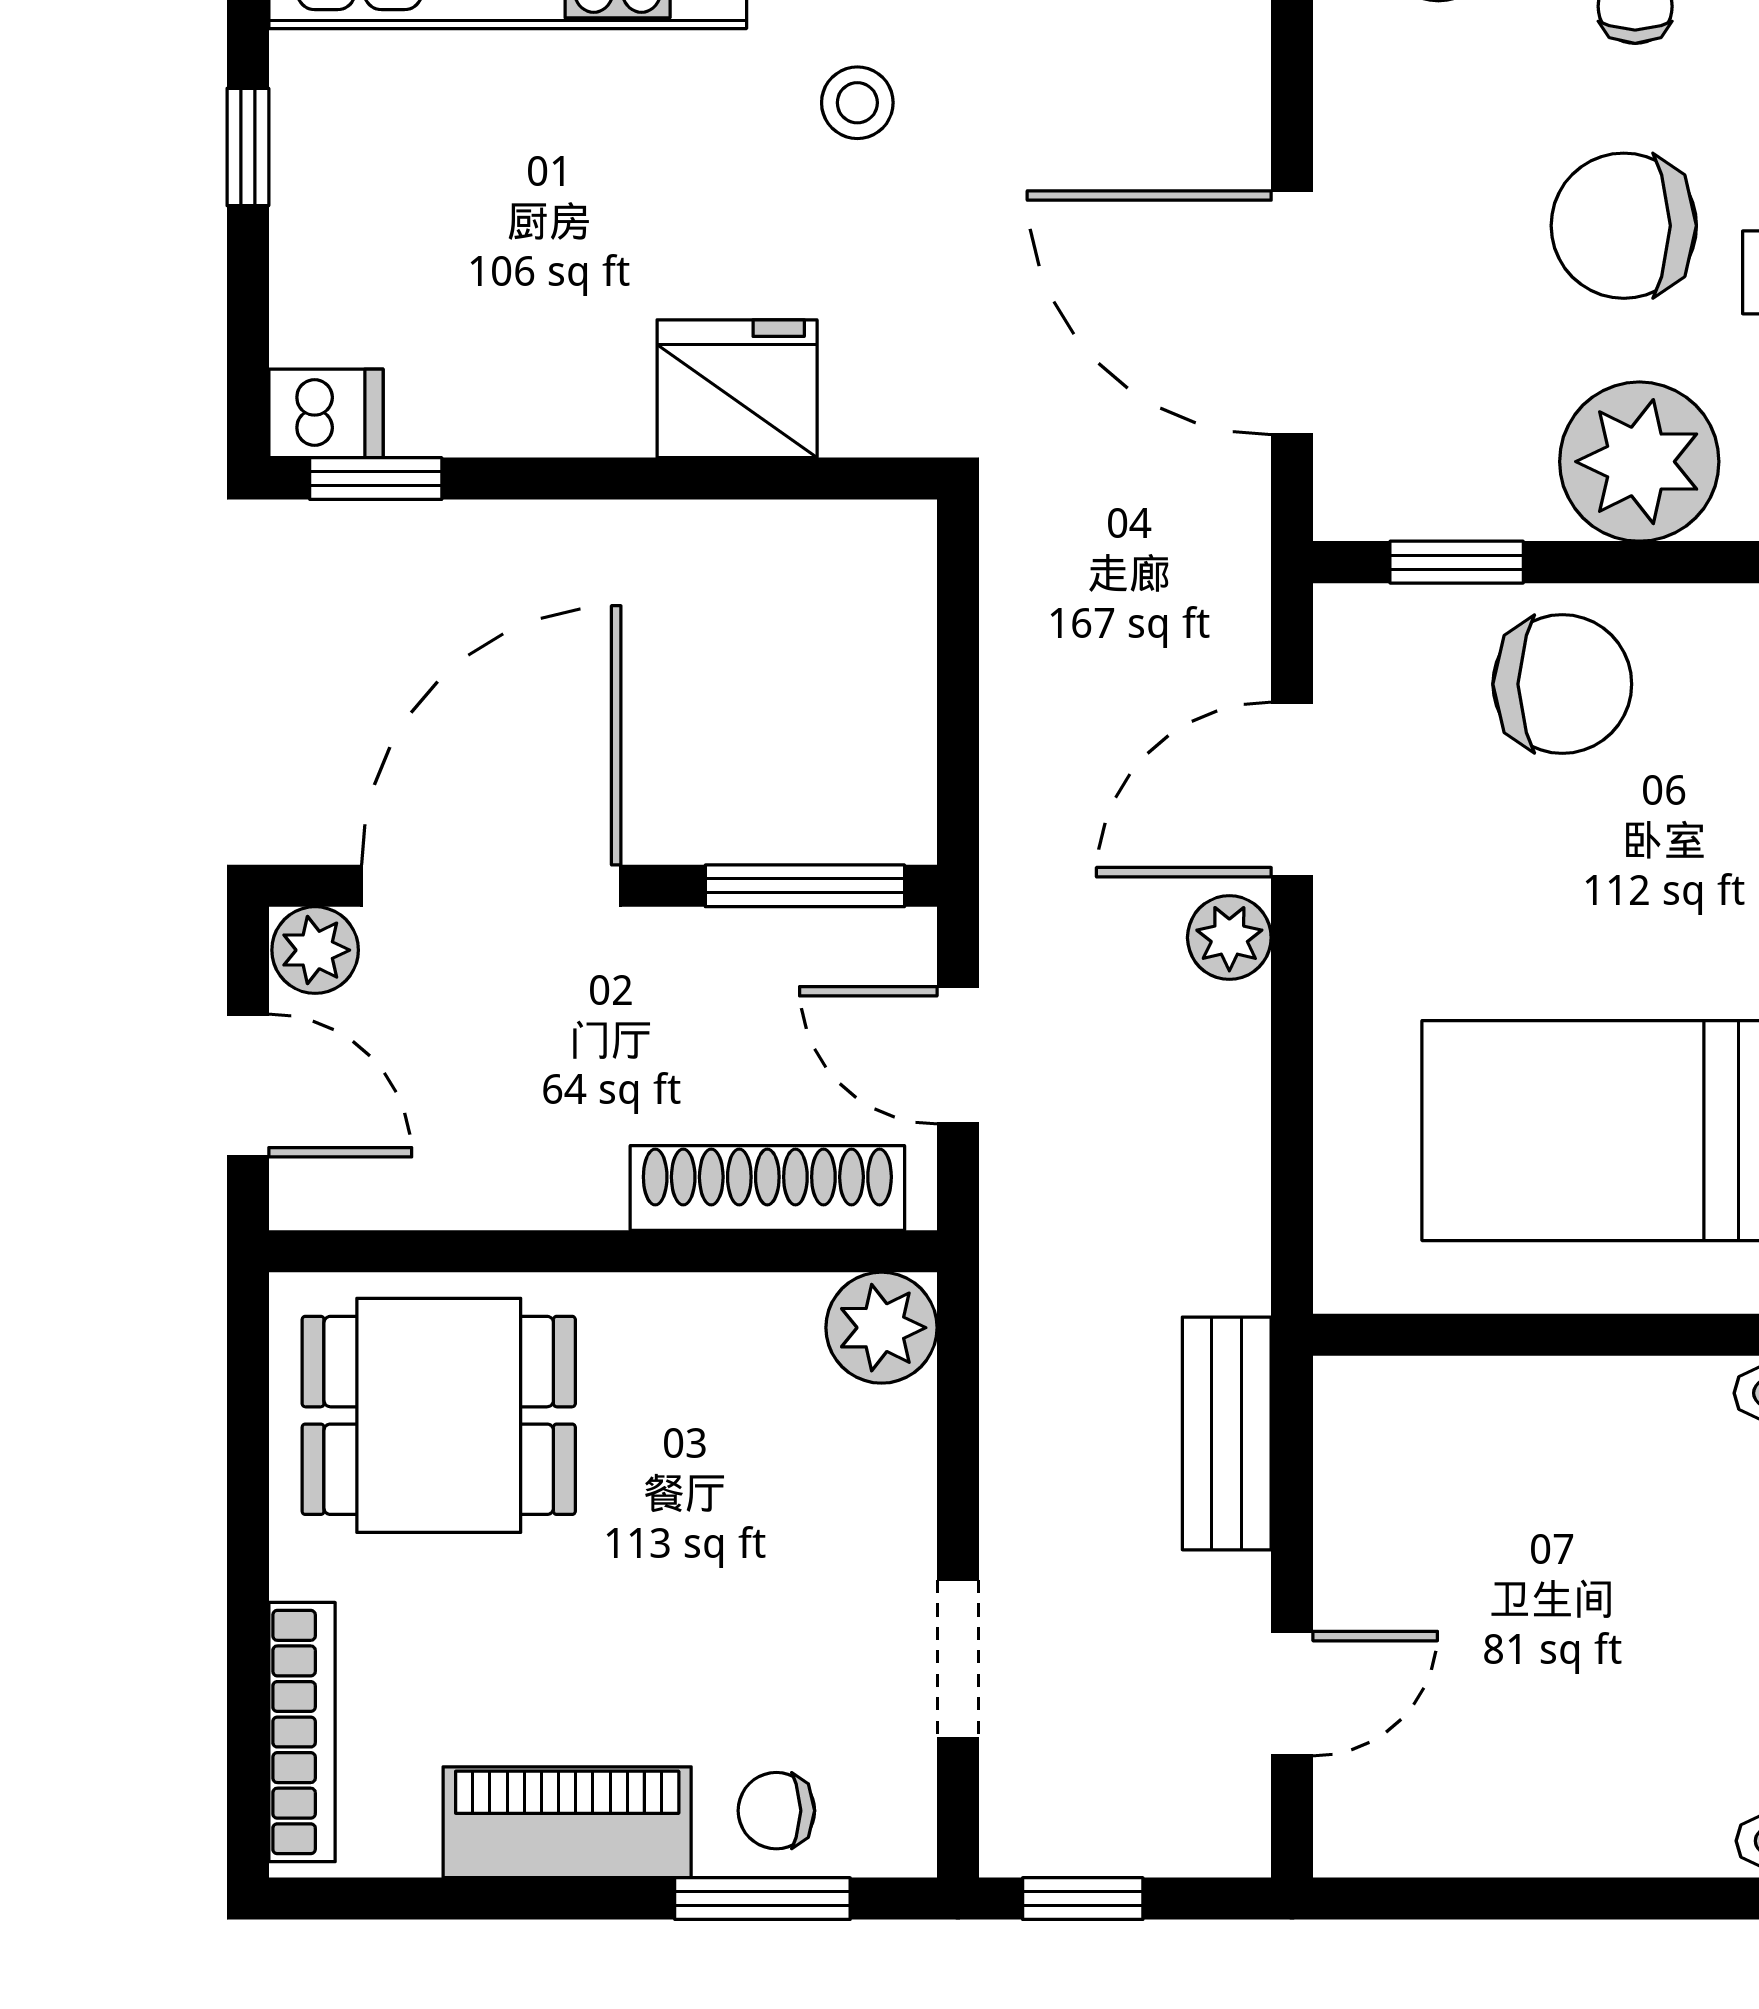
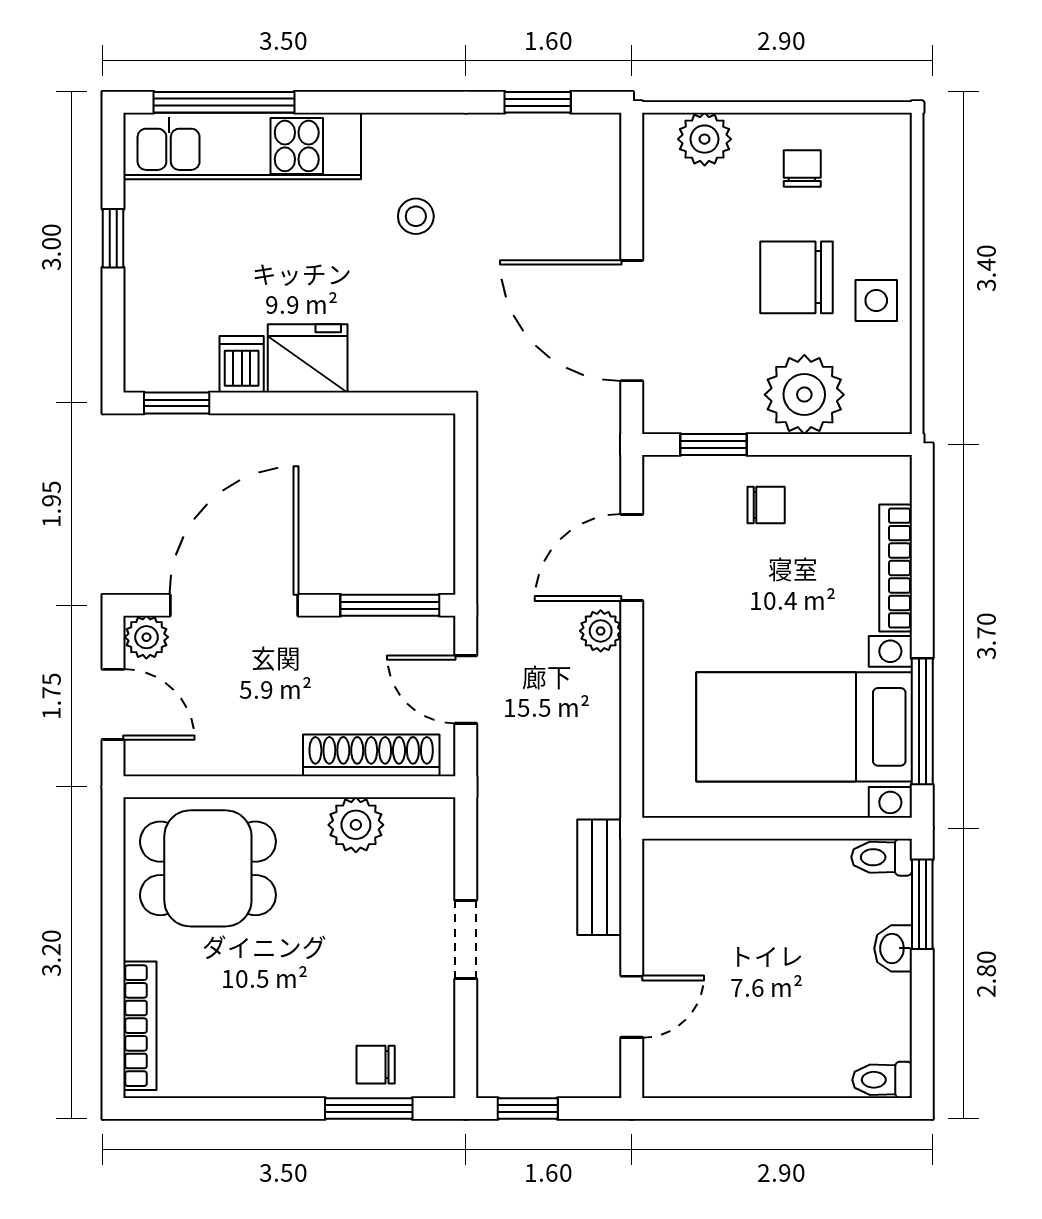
fridge: (737, 389) -> (308, 358), moved
dishwasher: (326, 413) -> (242, 364), moved, turned -90
chair: (1562, 684) -> (766, 505), width x0.54, depth x0.54
plant: (881, 1328) -> (356, 825), moved
doorway: (958, 1659) -> (466, 940), moved
piano: (567, 1822) -> (272, 1070), removed

